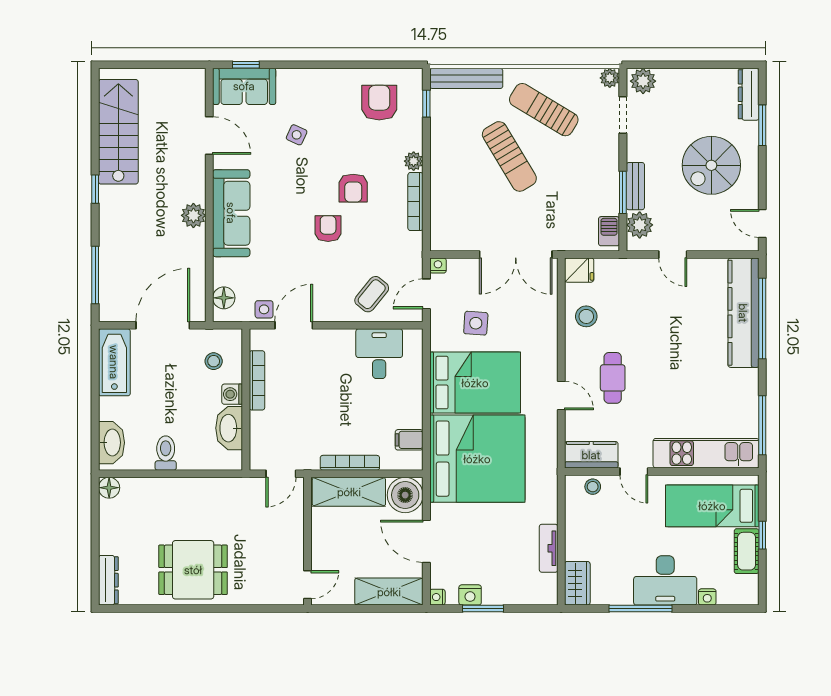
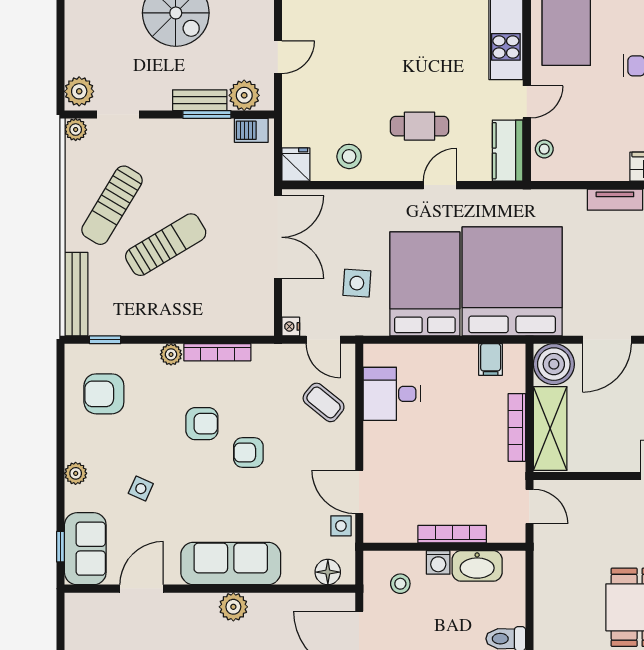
plant: (310, 78) -> (76, 473), added
bookcase: (257, 380) -> (452, 534), moved

